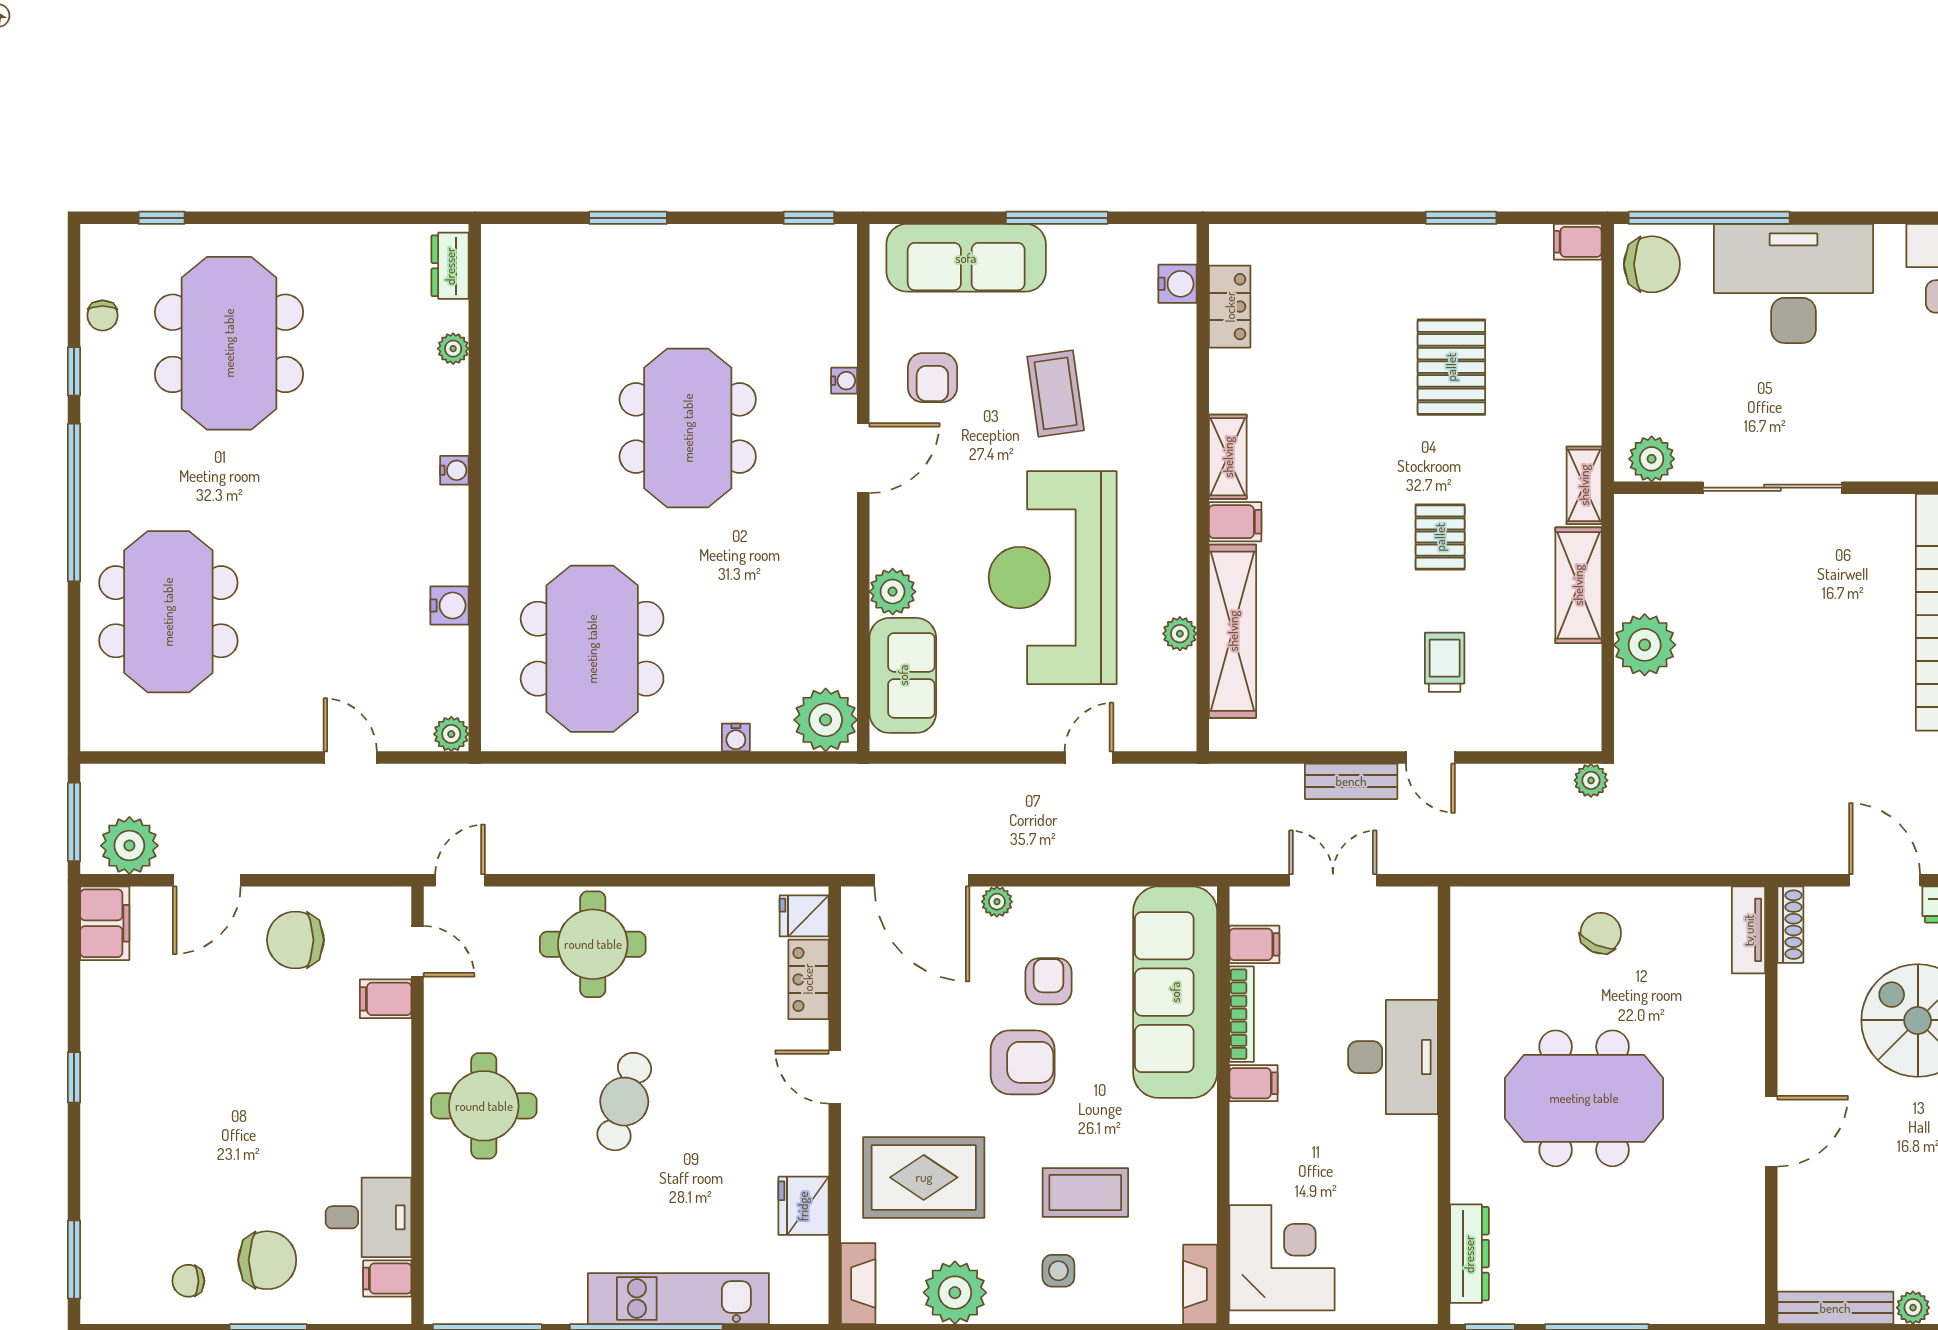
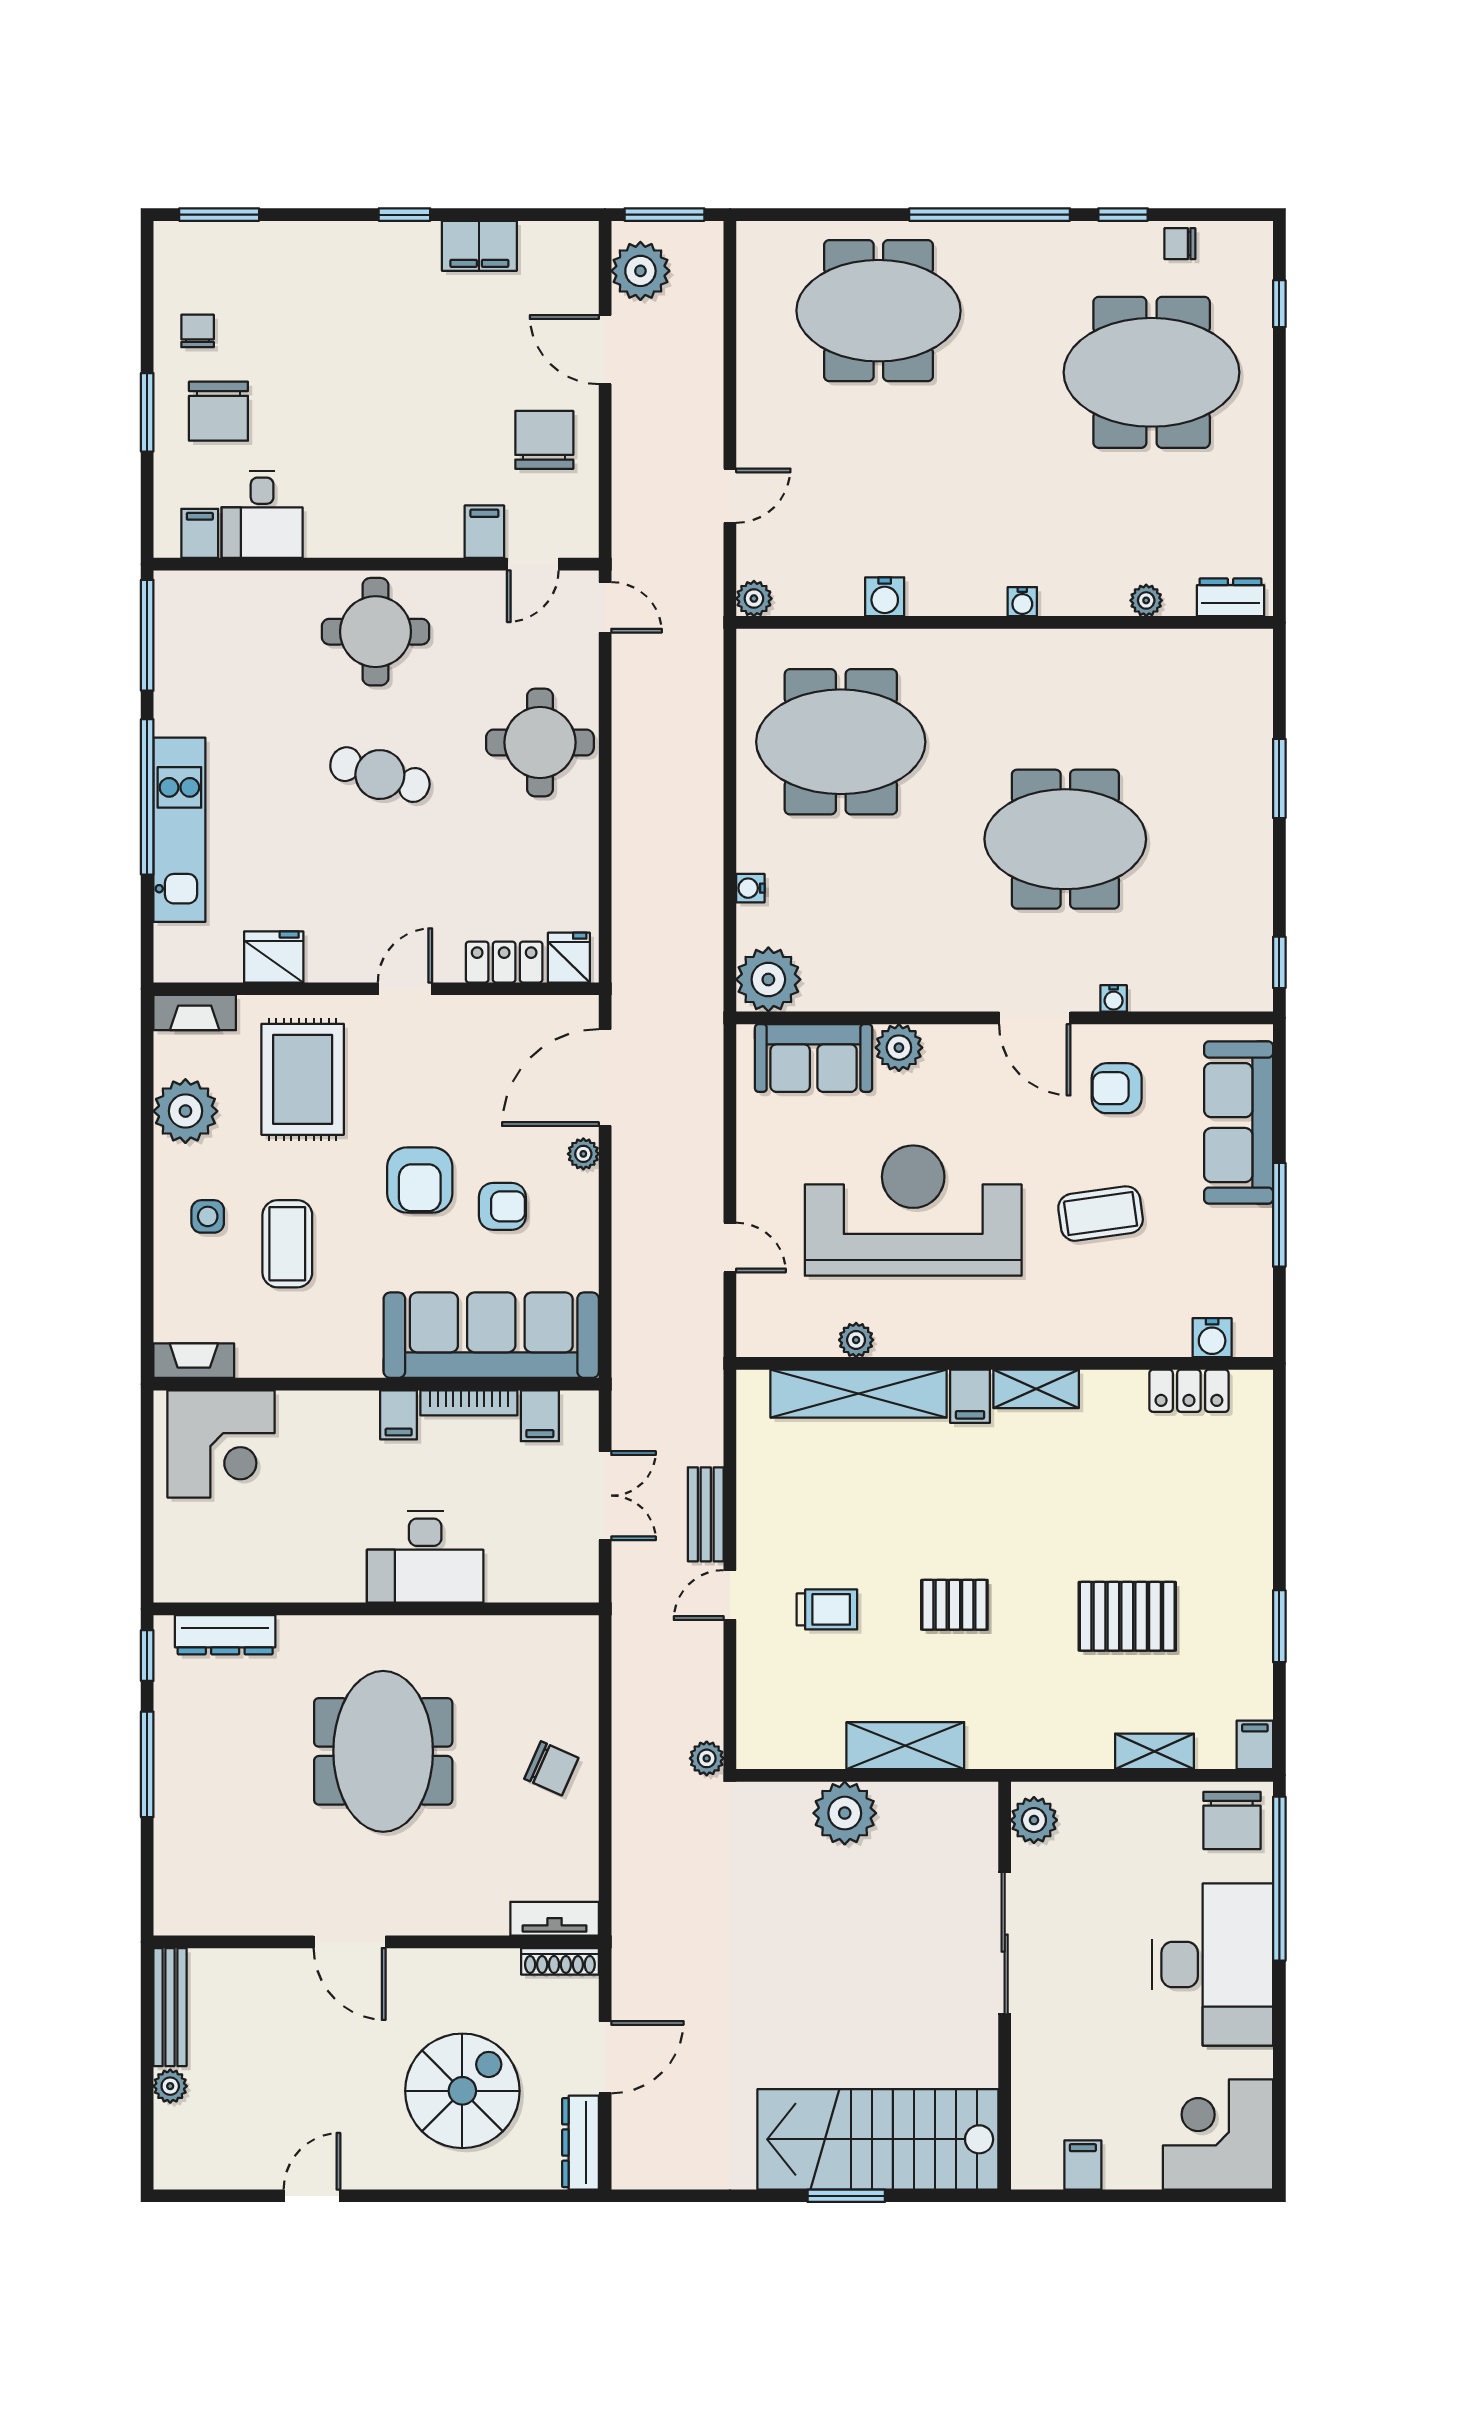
shelving: (1584, 485) -> (1154, 1751), moved
filing cabinet: (105, 923) -> (479, 246), moved

